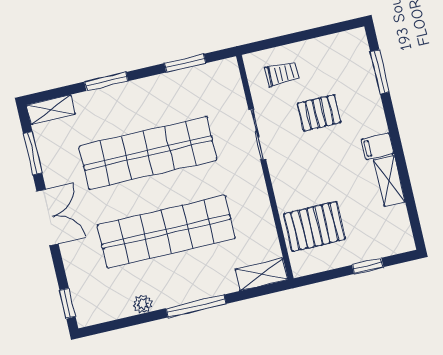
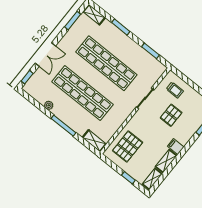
pallet: (319, 113) -> (171, 115), turned 90
double door: (48, 217) -> (45, 55), moved
pallet: (314, 226) -> (128, 147), turned 90
shelving: (401, 228) -> (152, 179), added

